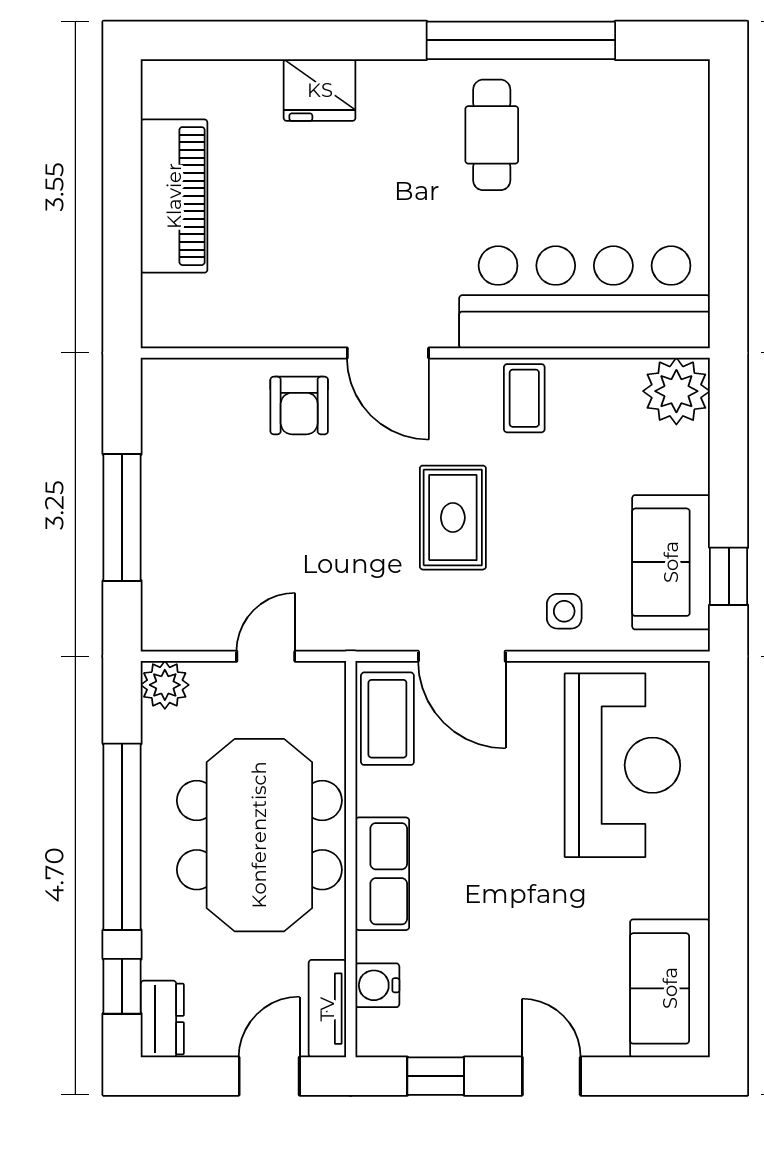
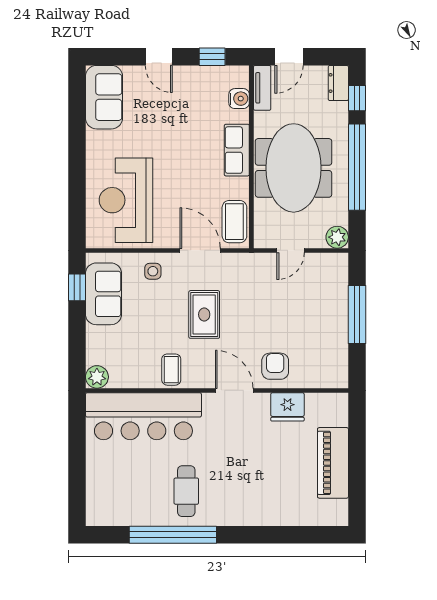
fridge: (320, 90) -> (287, 407), moved, turned 180
plant: (676, 391) -> (97, 377), width x0.73, depth x0.73

